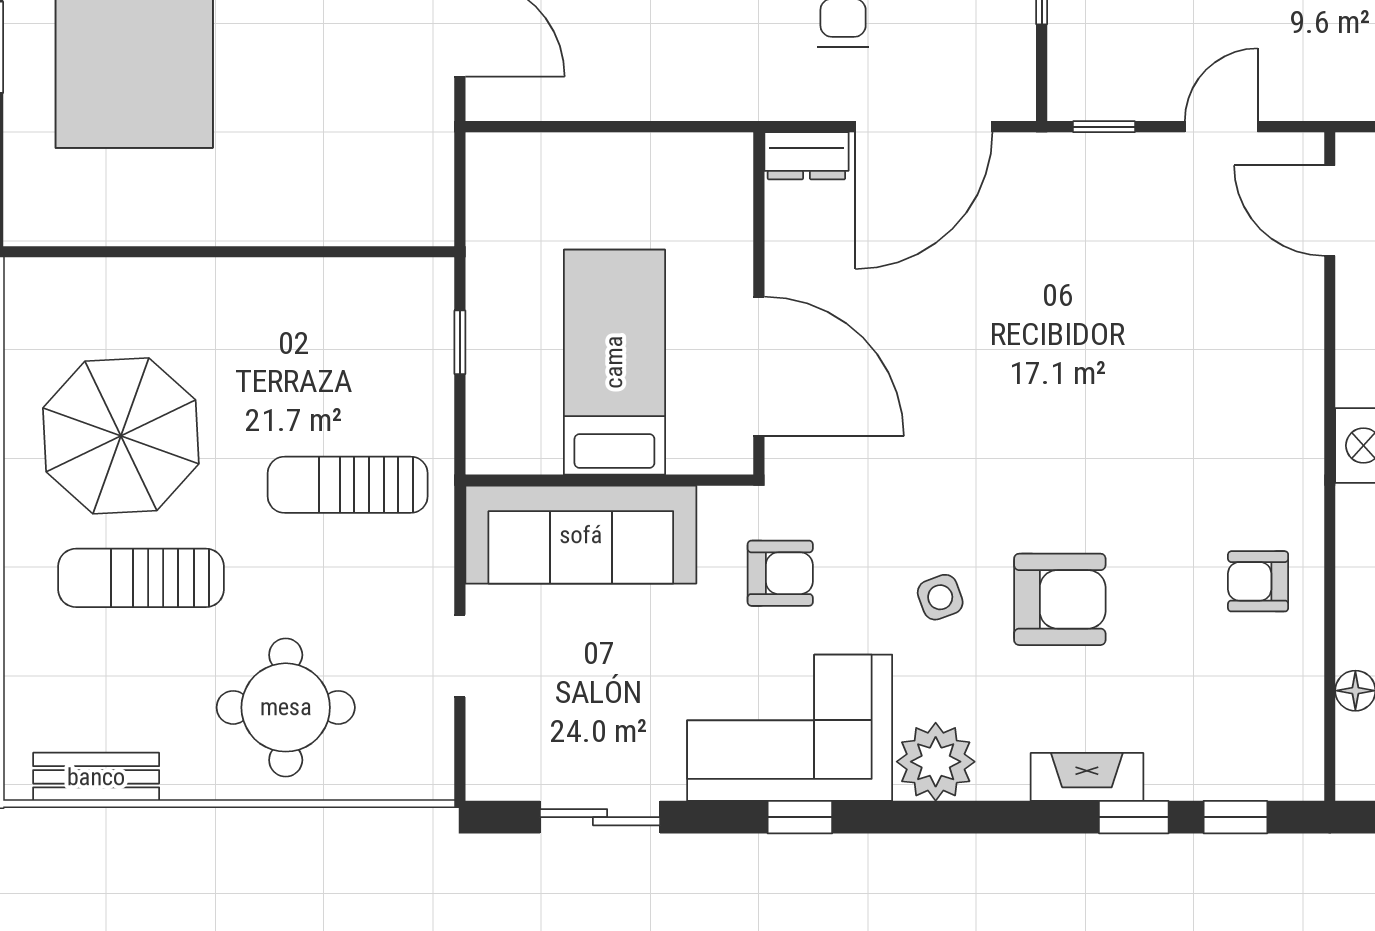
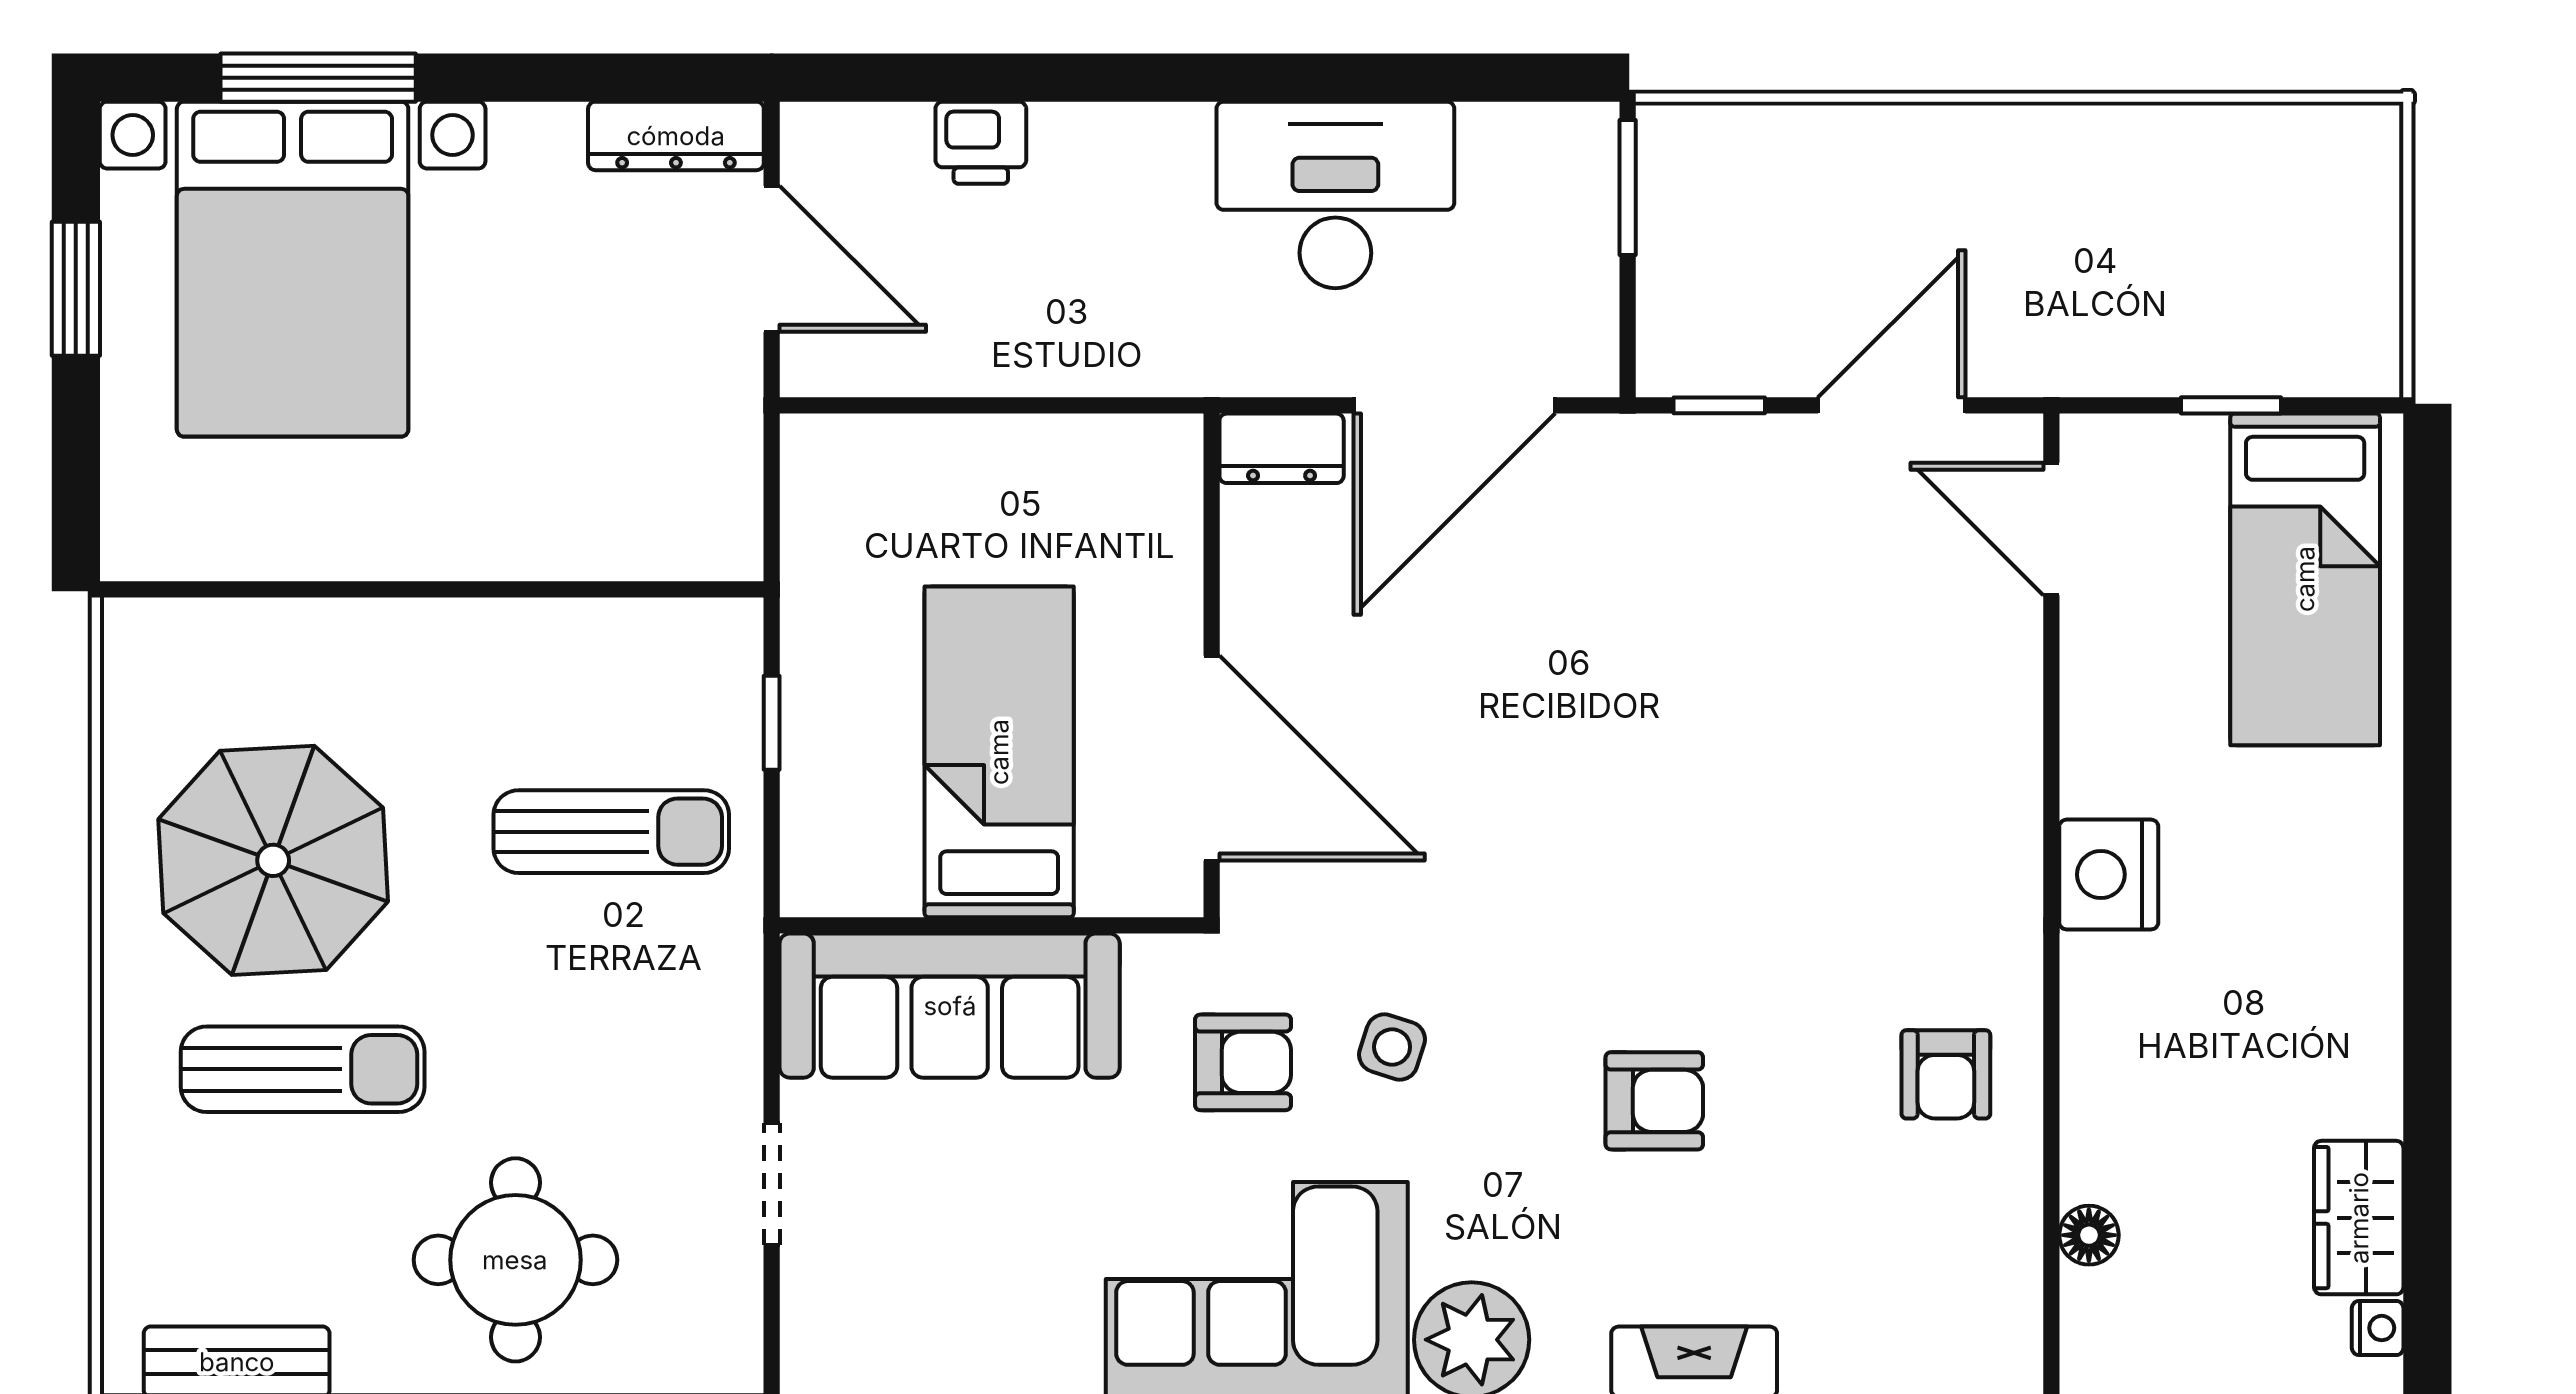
door: (1221, 127) -> (1892, 405), width x1.38
sun lounger: (348, 485) -> (611, 832), moved, turned 180
sun lounger: (141, 578) -> (303, 1069), turned 180
armchair: (1258, 581) -> (1946, 1074), turned -90
side table: (940, 597) -> (1392, 1047), moved, turned 38
armchair: (1060, 599) -> (1654, 1101), width x0.72, depth x0.72

